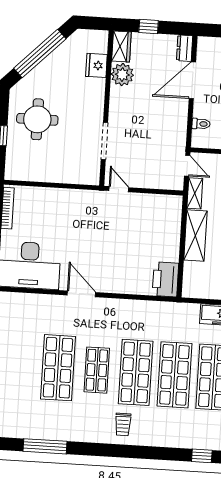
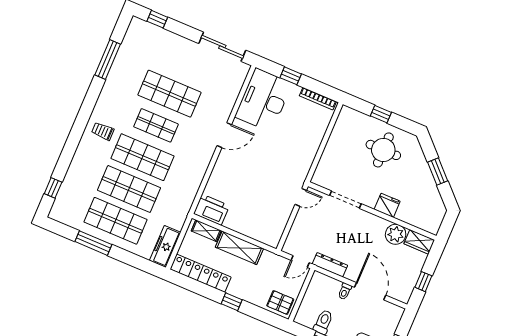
window: (149, 26) -> (423, 282), moved
dresser: (185, 48) -> (330, 265), moved, width x1.44
window: (40, 53) -> (438, 172), width x0.47
fridge: (96, 65) -> (387, 205), moved
toilet: (201, 124) -> (345, 291), moved
shelving: (195, 193) -> (206, 231), moved

